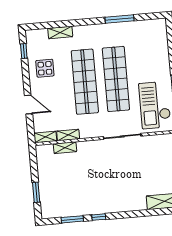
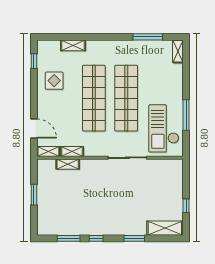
window: (120, 19) -> (148, 37), moved
shelving: (162, 29) -> (178, 51), added
door: (28, 104) -> (34, 129), moved
window: (36, 192) -> (34, 195), moved
window: (136, 214) -> (134, 238), added

